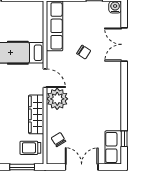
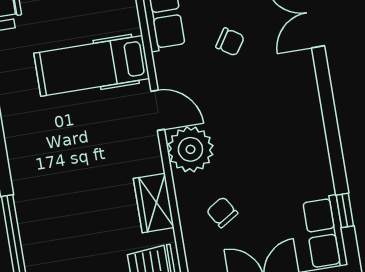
wardrobe: (36, 114) -> (154, 203), width x0.67
chair: (58, 140) -> (222, 212), moved

